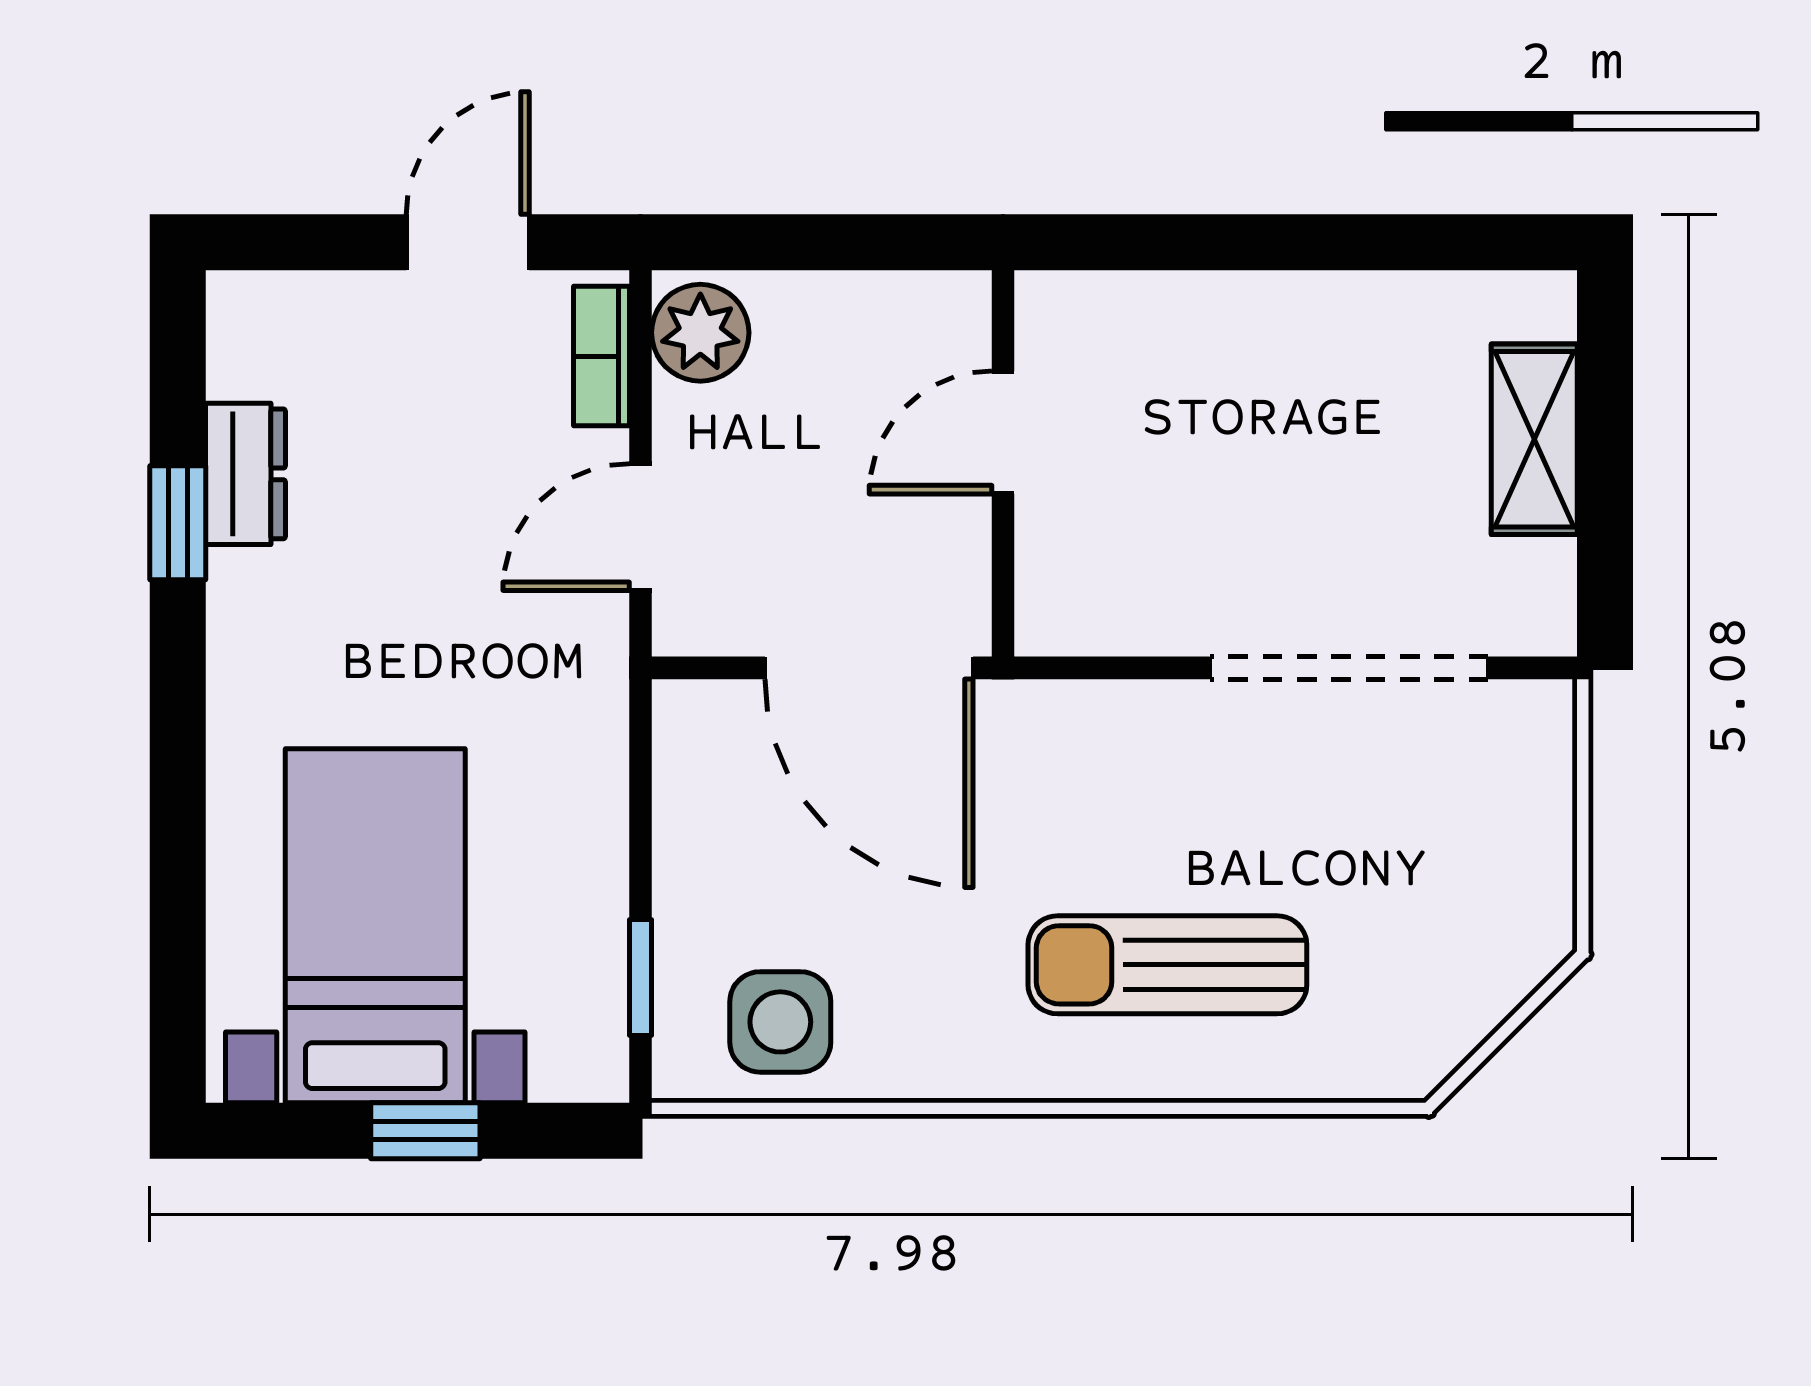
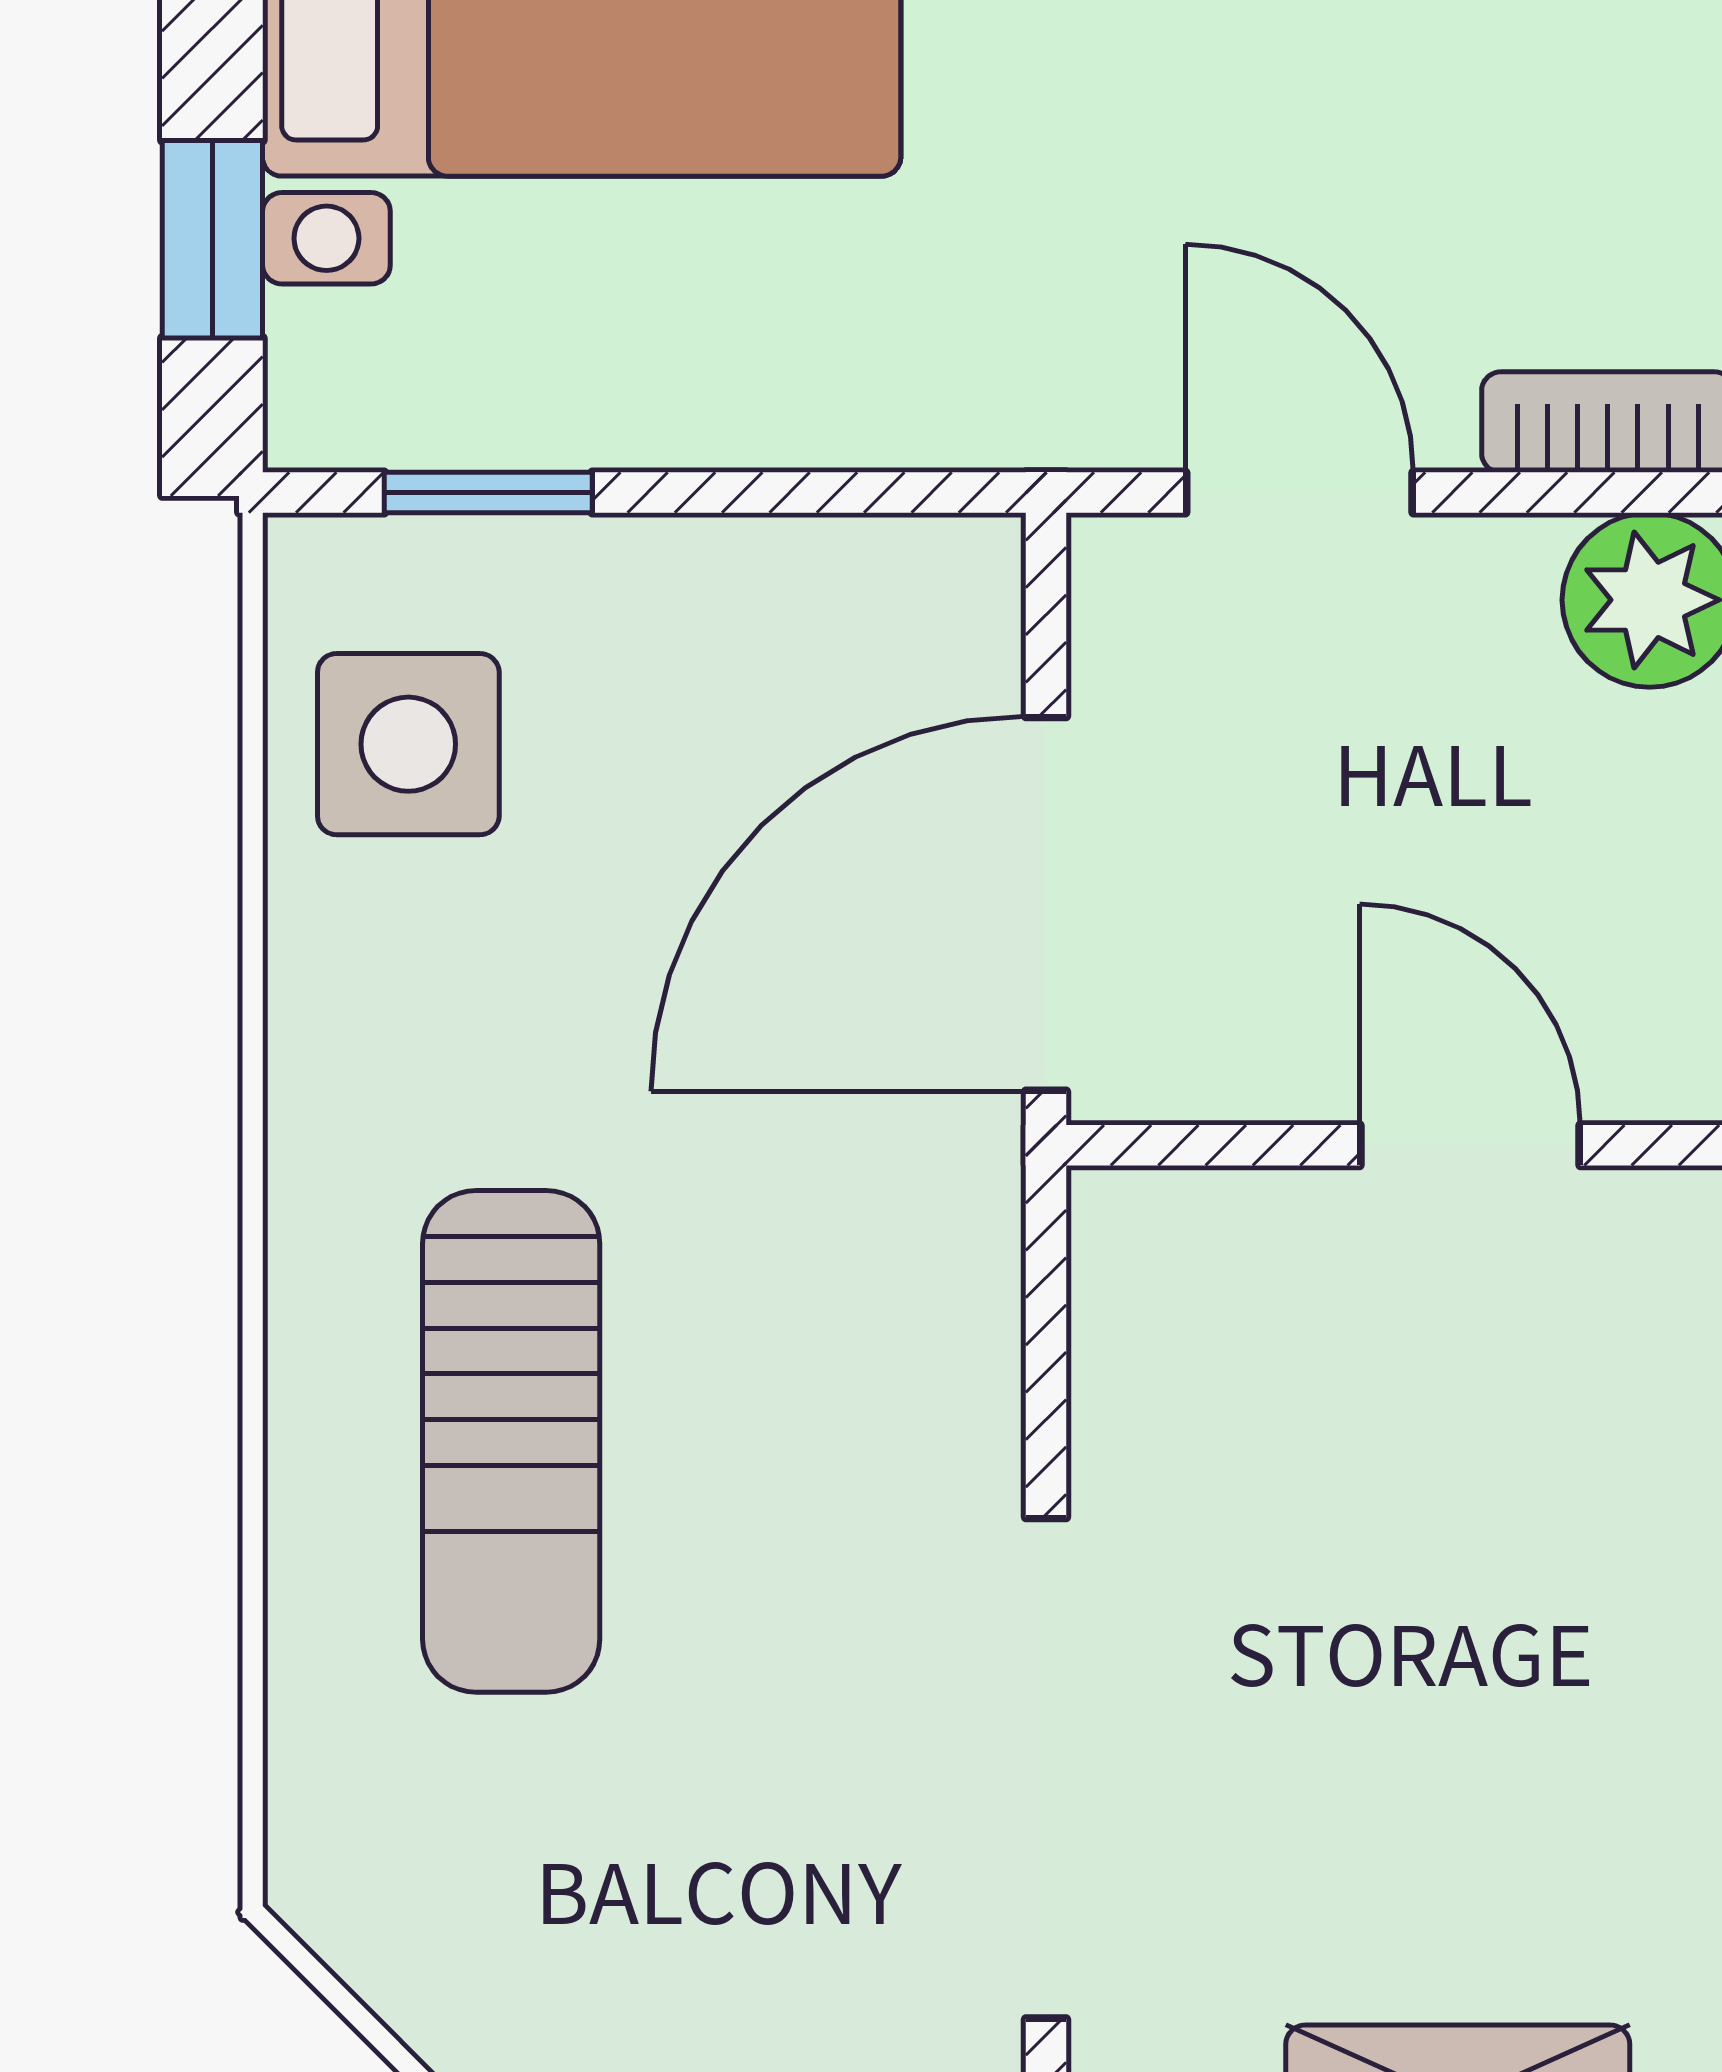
sun lounger: (1167, 965) -> (511, 1441), turned 180
window: (425, 1131) -> (212, 239), moved

